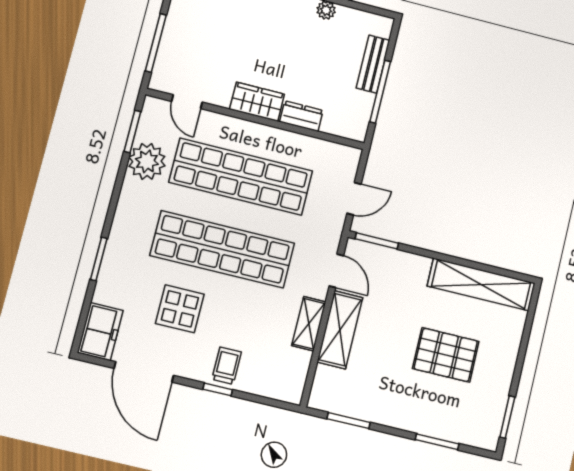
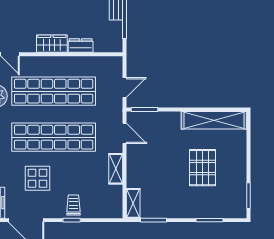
shelving: (340, 330) -> (133, 203), moved, width x0.67, depth x0.75
pallet: (446, 355) -> (202, 168), turned 90

